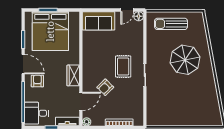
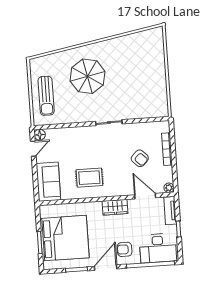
door: (127, 10) -> (33, 149), hinge flipped
rug: (123, 67) -> (89, 178), moved
armchair: (105, 87) -> (140, 158), moved
desk: (37, 113) -> (158, 248), width x1.37

